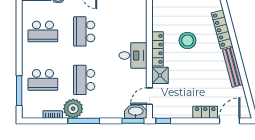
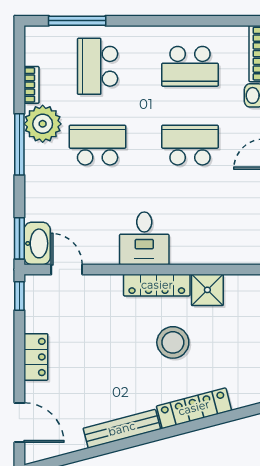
school desk: (43, 31) -> (190, 66), turned -90
shower: (160, 75) -> (207, 290), moved
locker: (205, 112) -> (36, 357), moved

